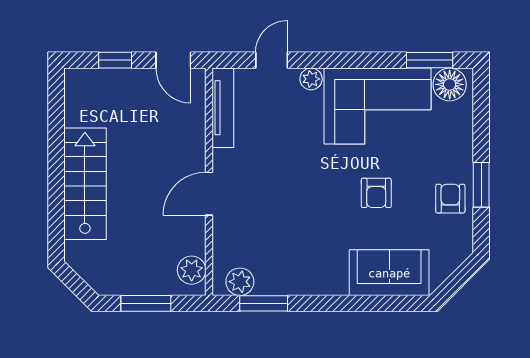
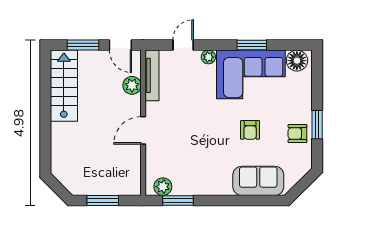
window: (115, 60) -> (83, 45), width x1.50
window: (430, 60) -> (252, 45), moved
stairs: (85, 184) -> (64, 86), moved
armchair: (450, 199) -> (297, 134), turned -90
plant: (192, 270) -> (132, 85), moved

